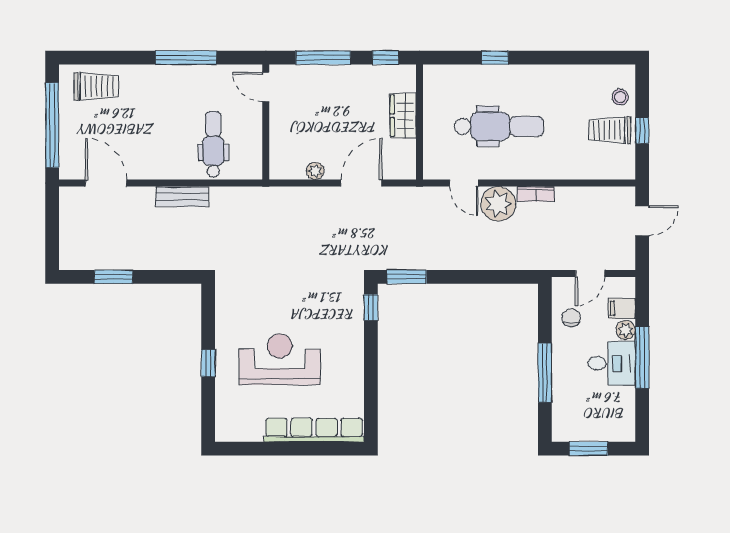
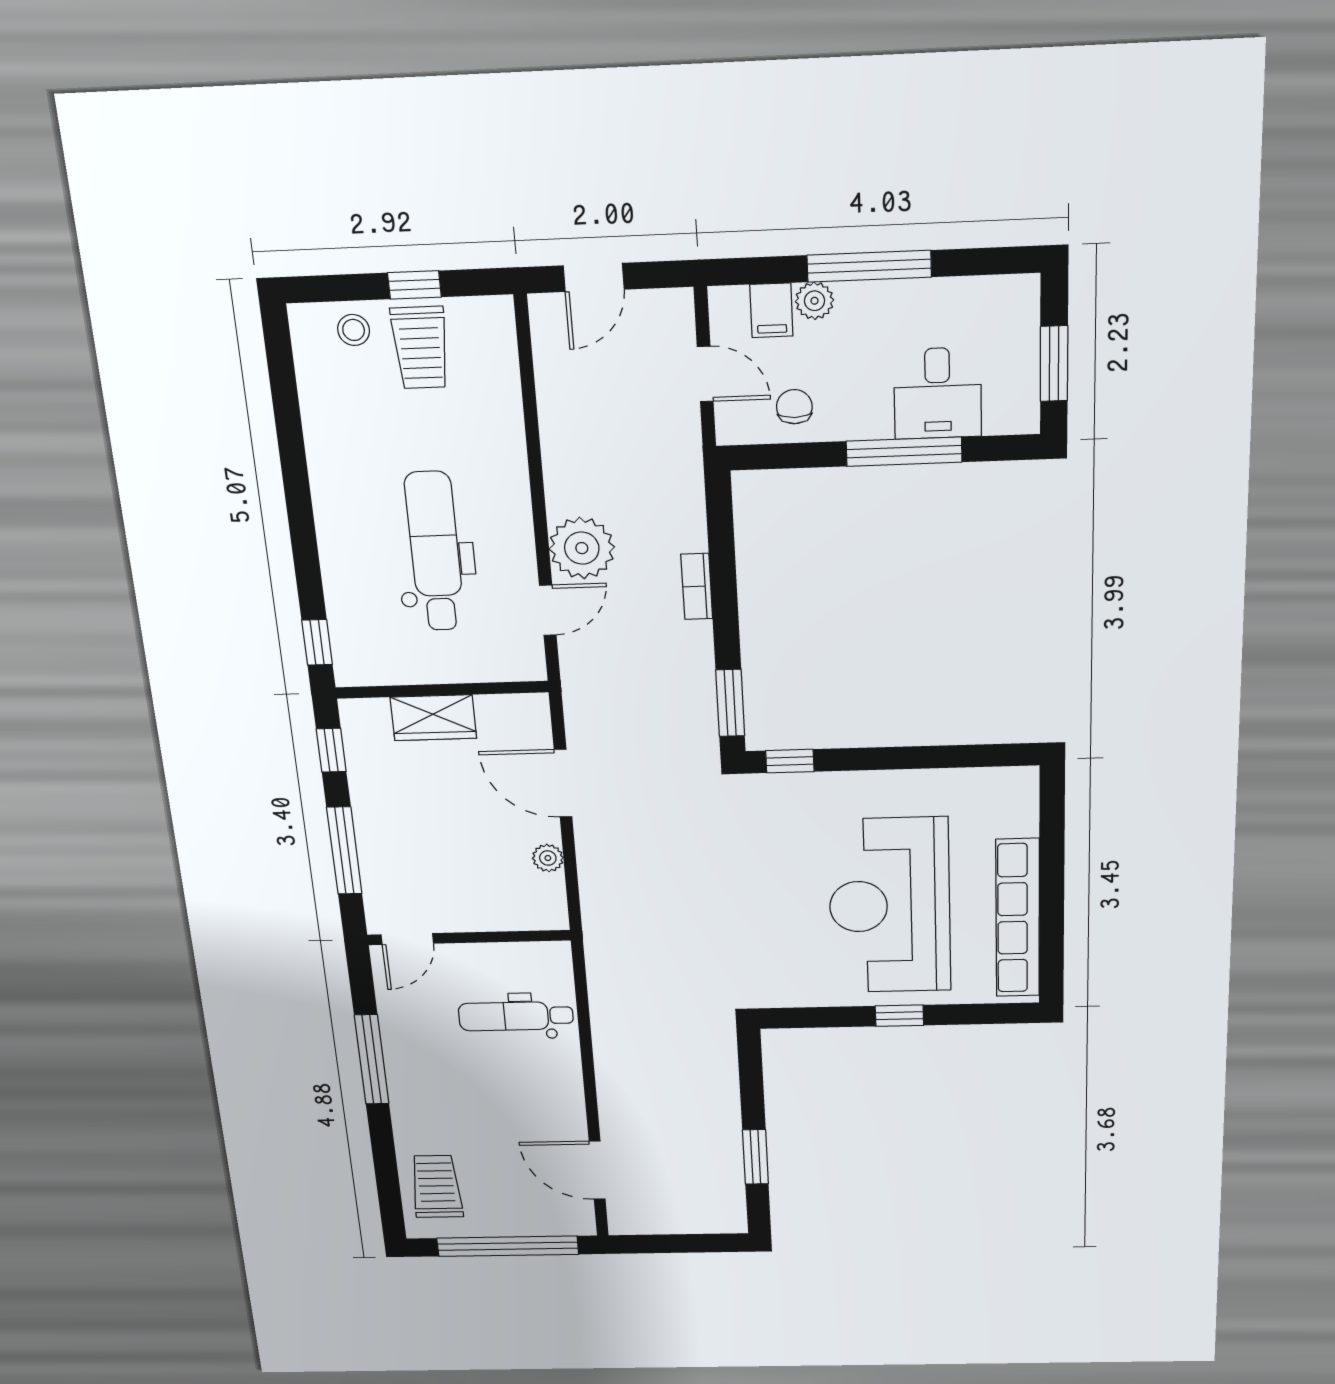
window: (495, 58) -> (317, 642), moved
door: (106, 183) -> (597, 1170), hinge flipped
bookcase: (536, 194) -> (697, 586), moved, turned 180
bench: (182, 197) -> (611, 1060), removed
door: (642, 221) -> (594, 277), swing flipped
chair: (571, 318) -> (794, 407), turned 90
reception desk: (280, 359) -> (890, 906), width x1.36, depth x1.30
desk: (612, 363) -> (938, 393), moved, turned 180
row of seats: (314, 430) -> (1018, 918), moved

